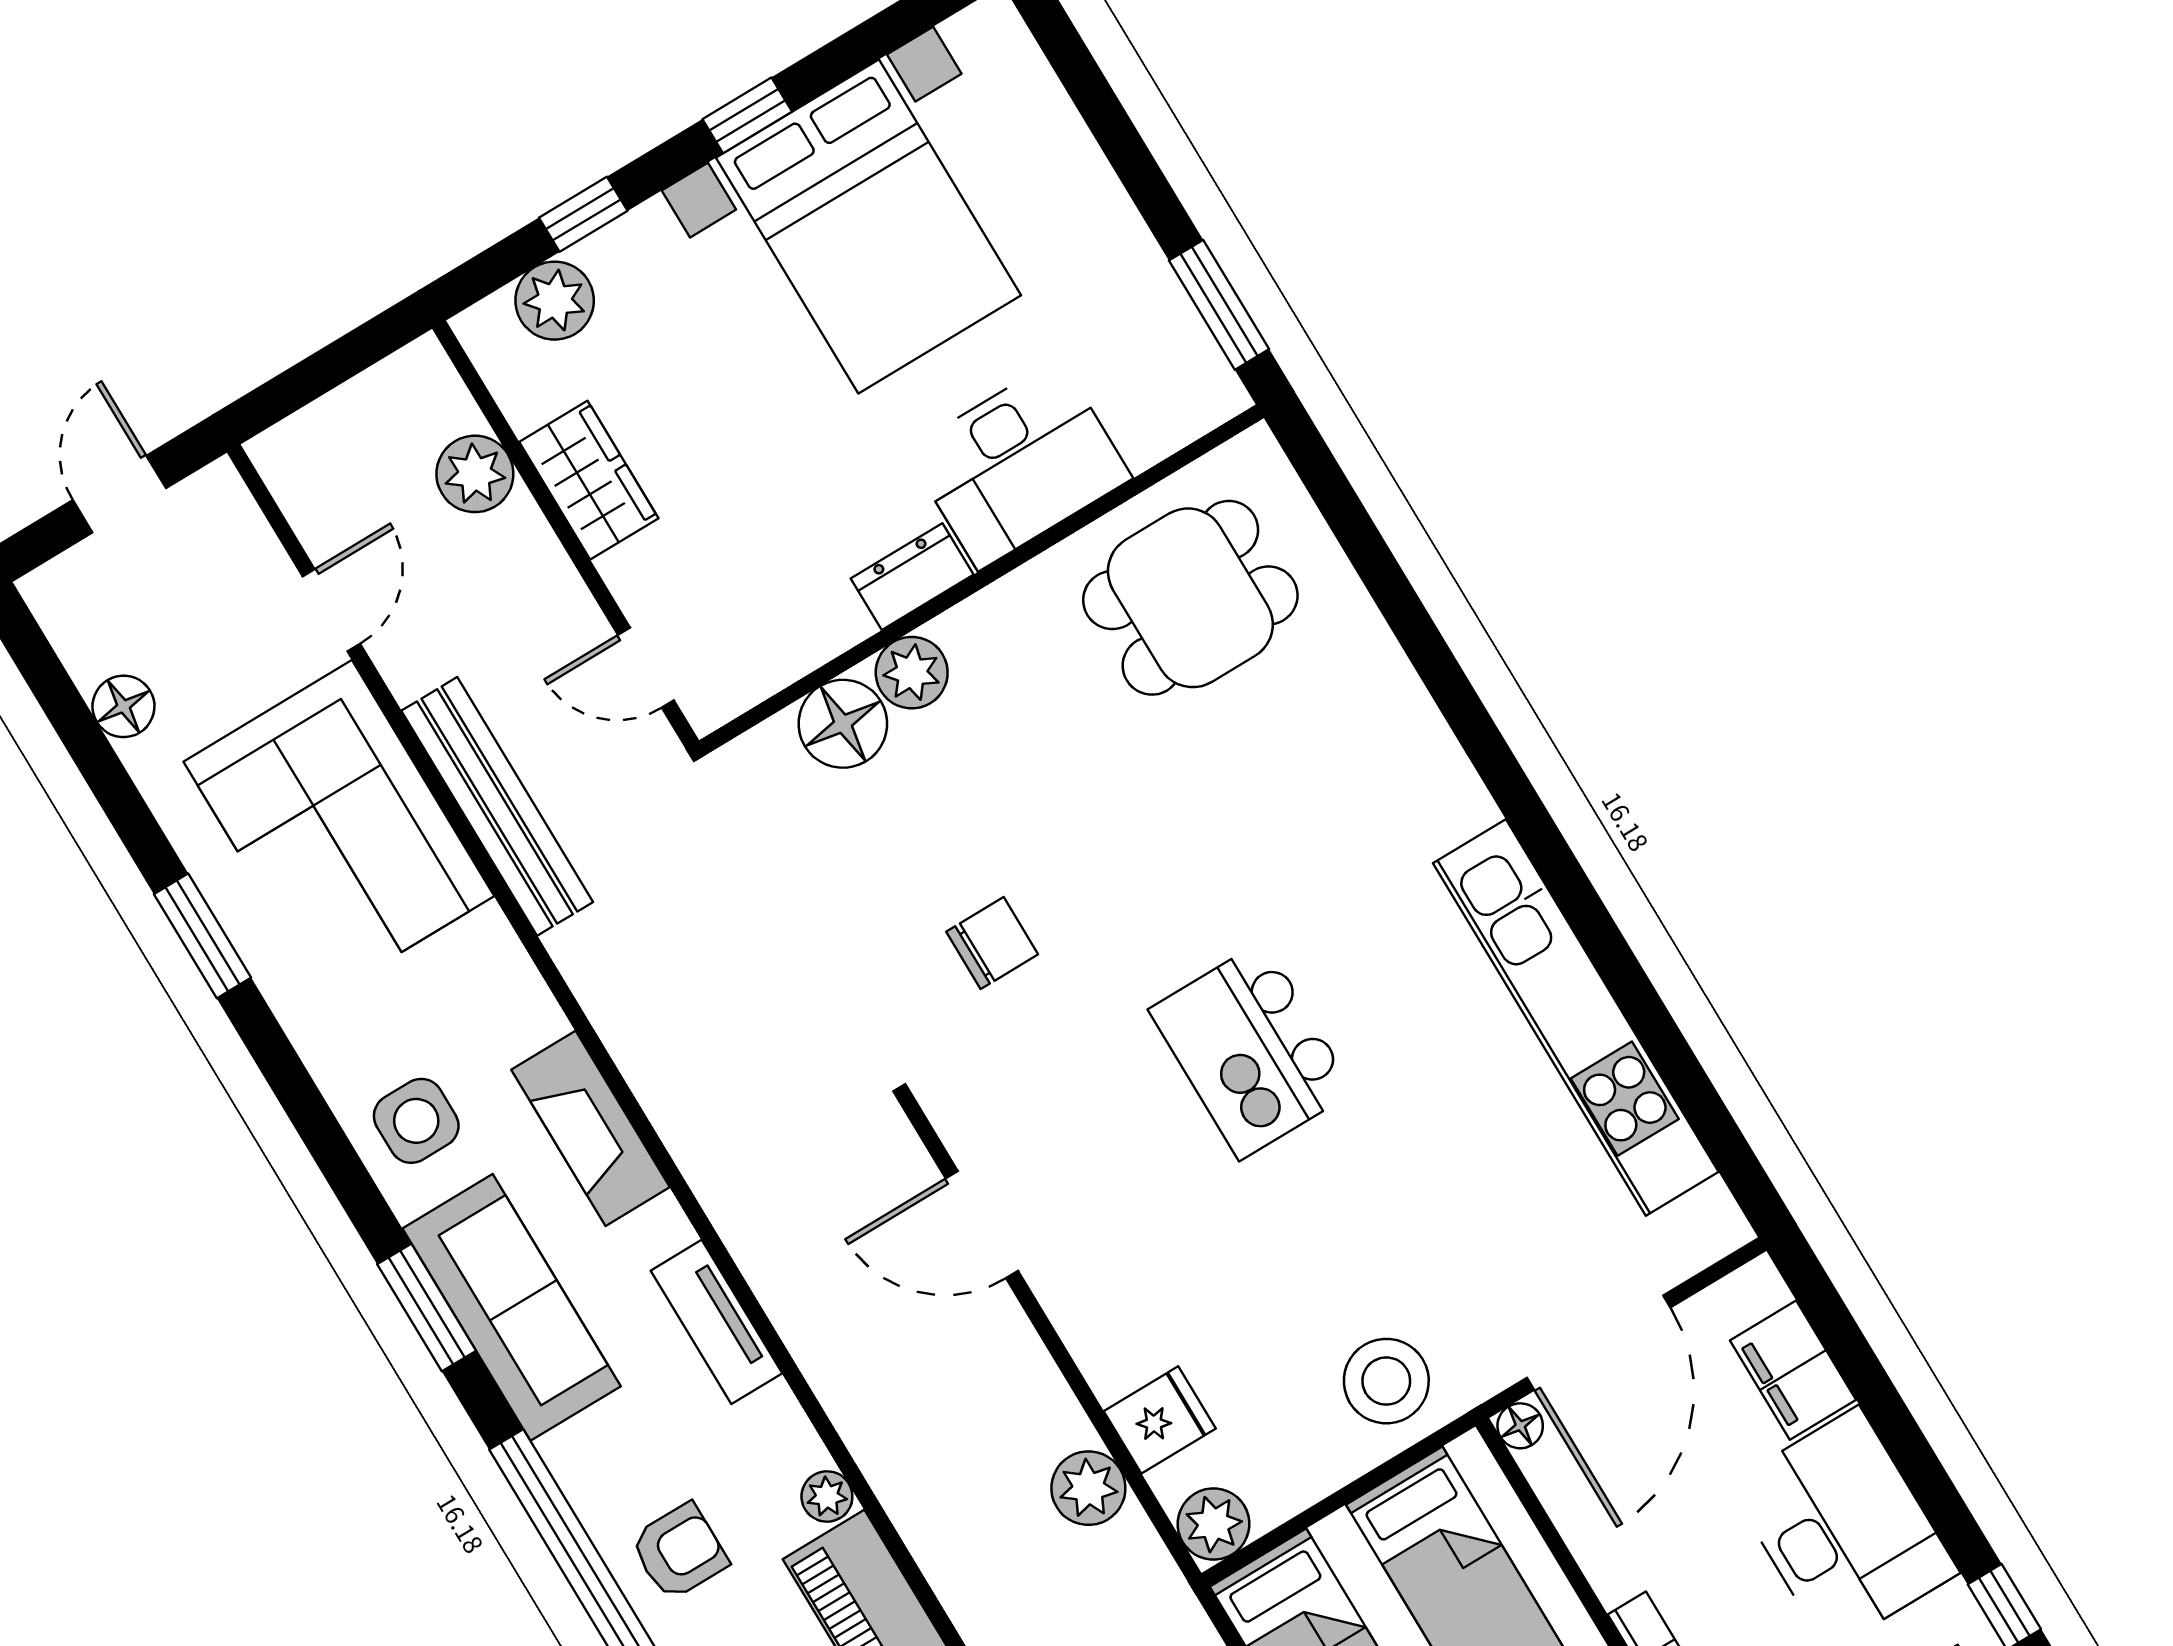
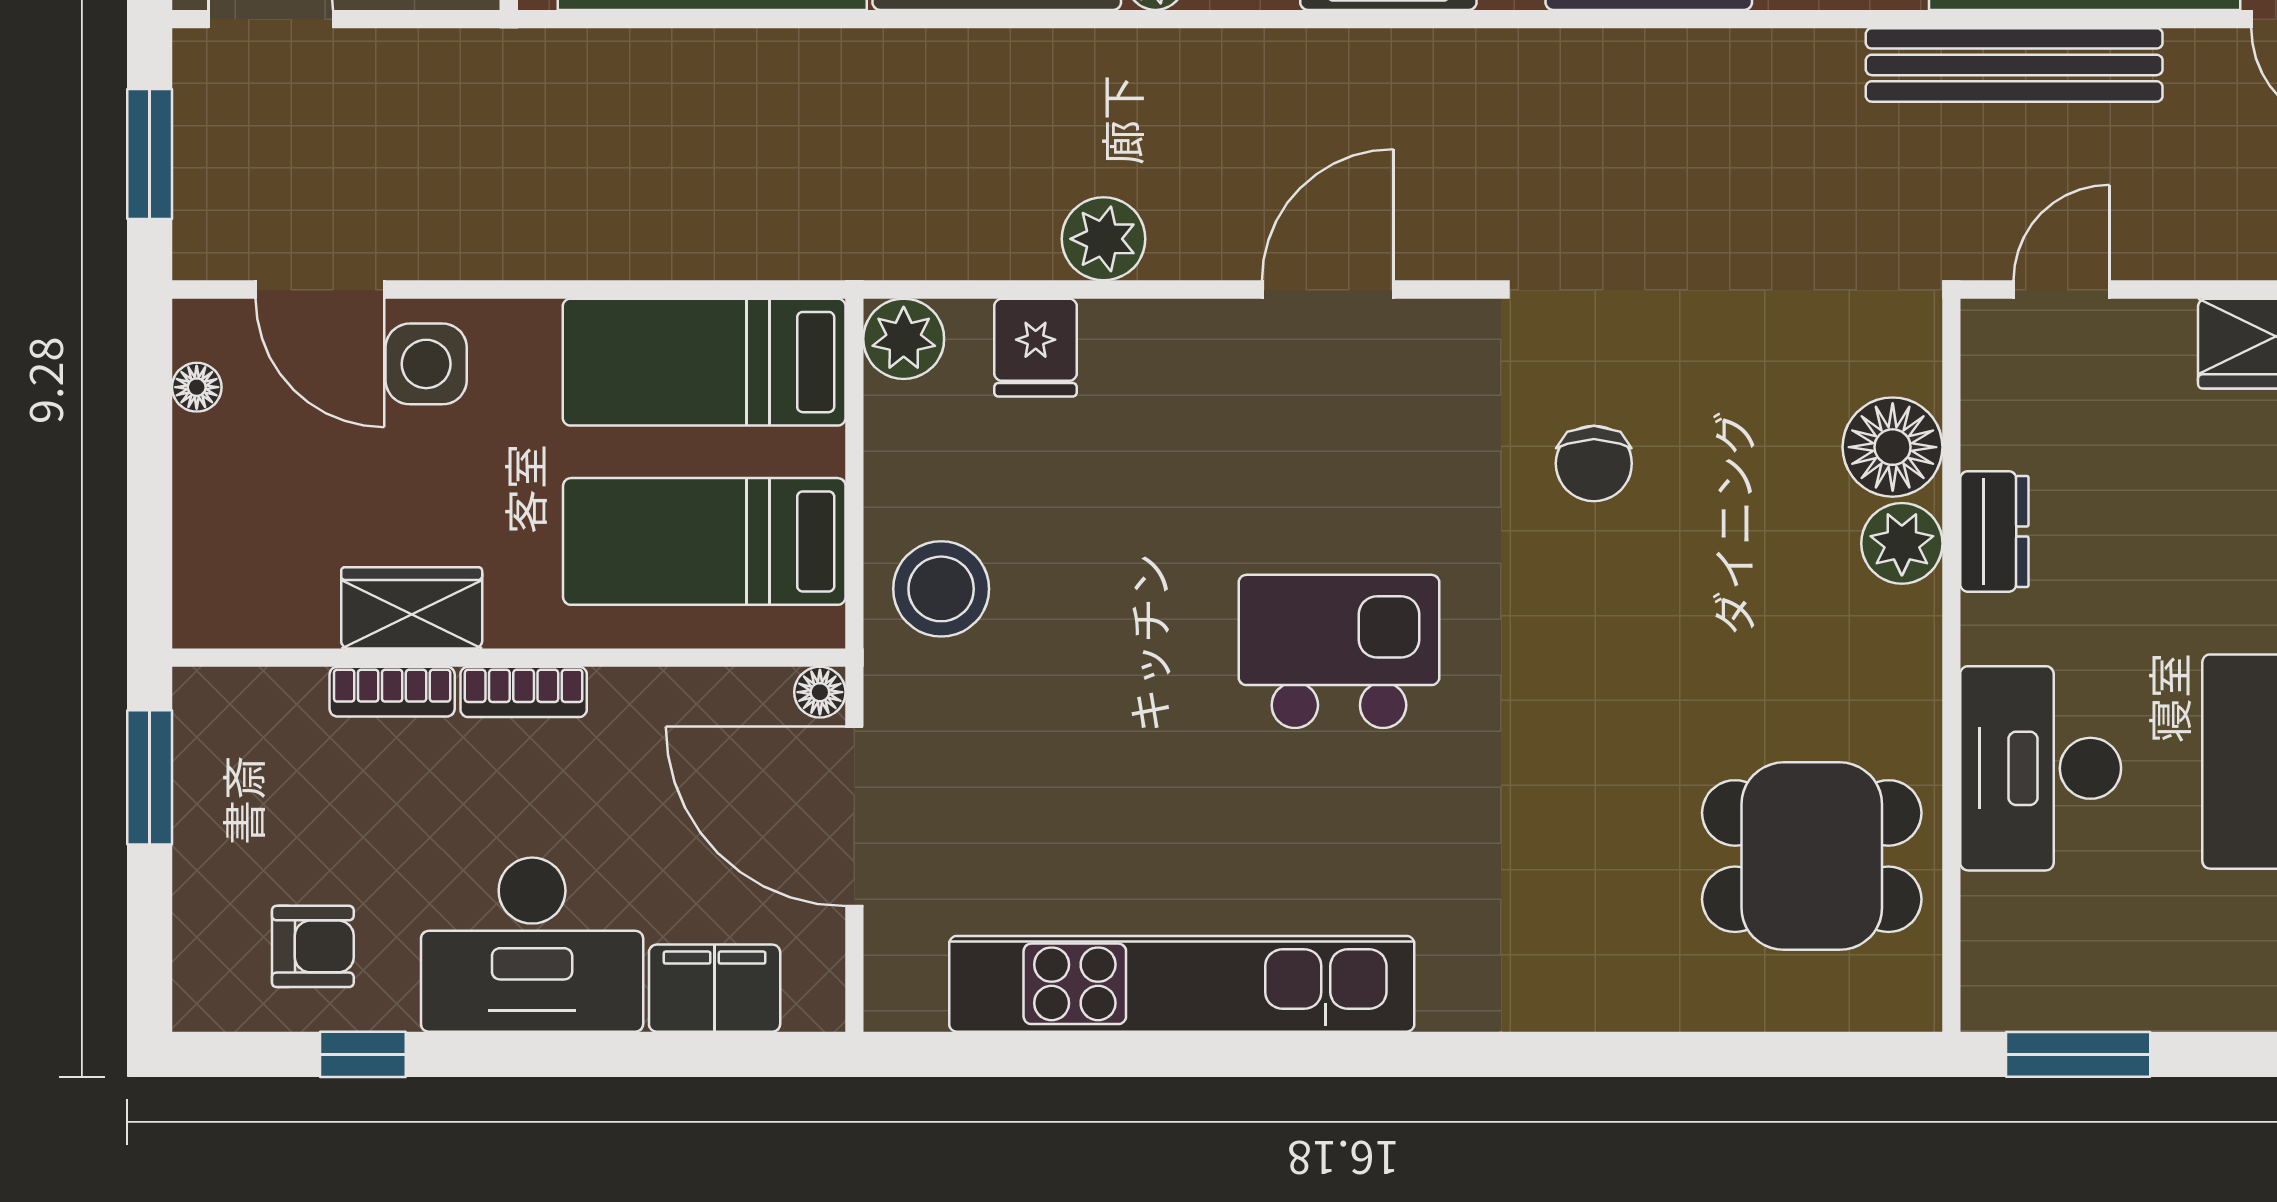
dresser: (912, 577) -> (1994, 531), moved
dining table: (1190, 598) -> (1812, 856), turned 90
plant: (1088, 1488) -> (1104, 239), moved

